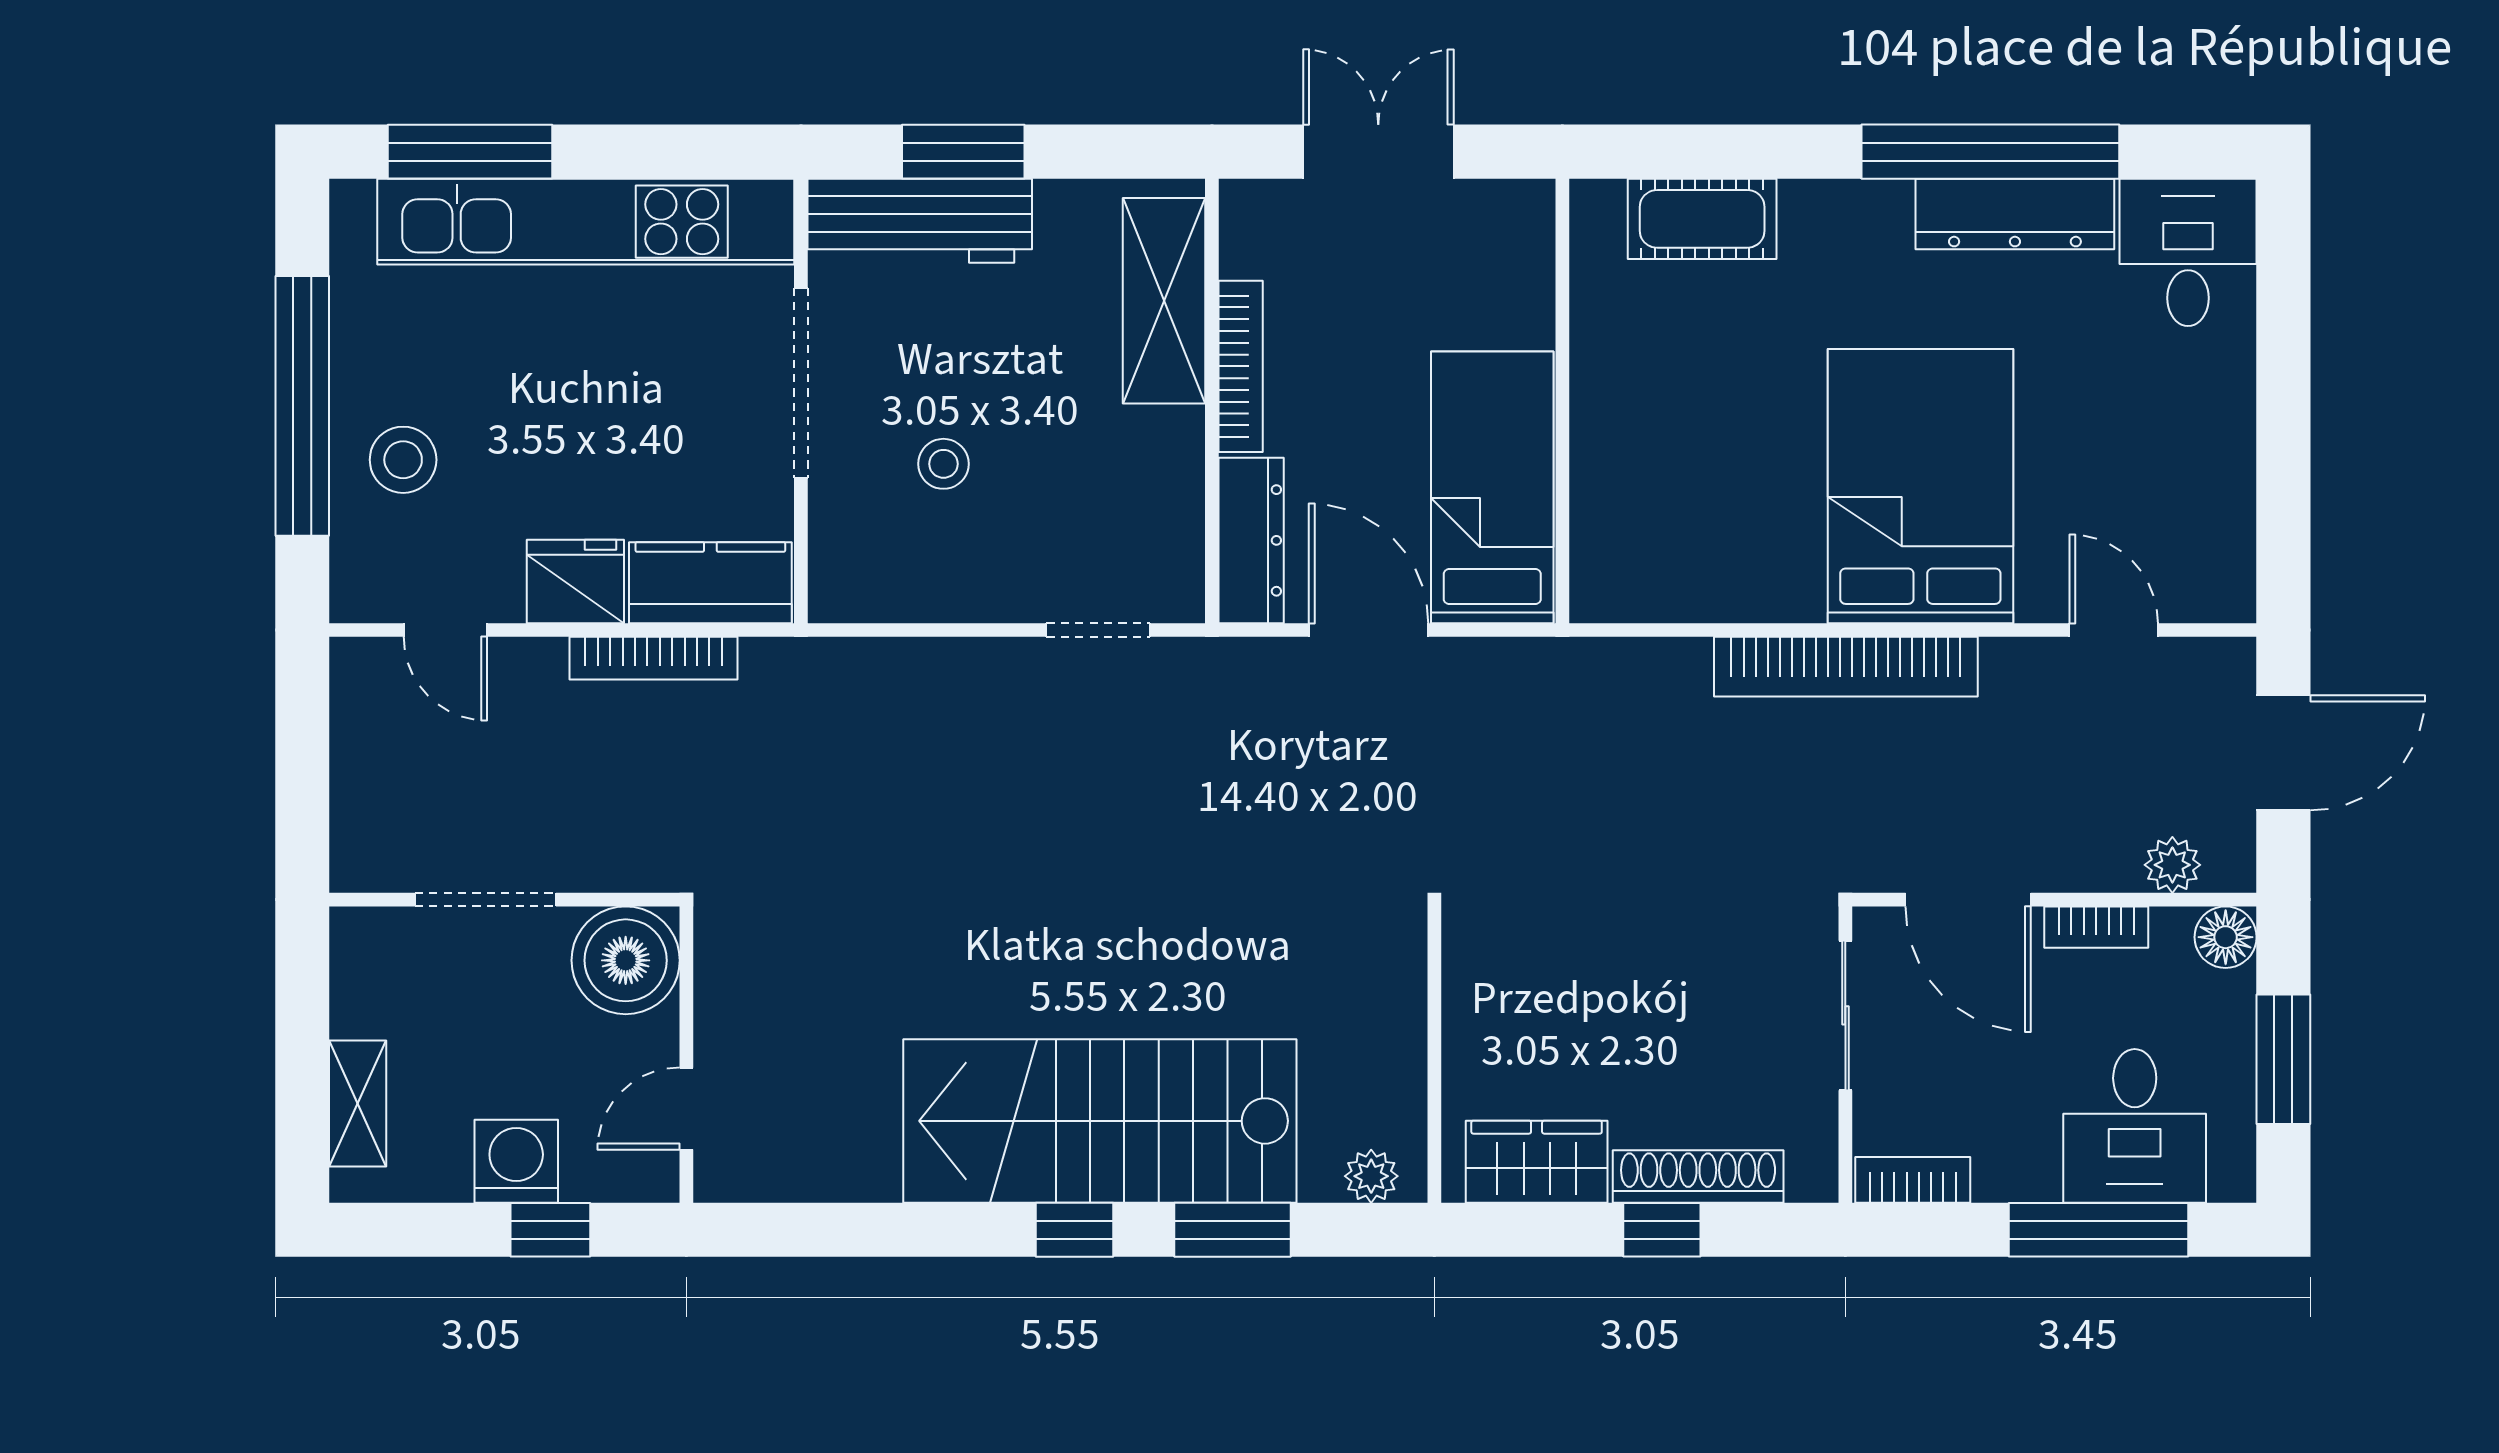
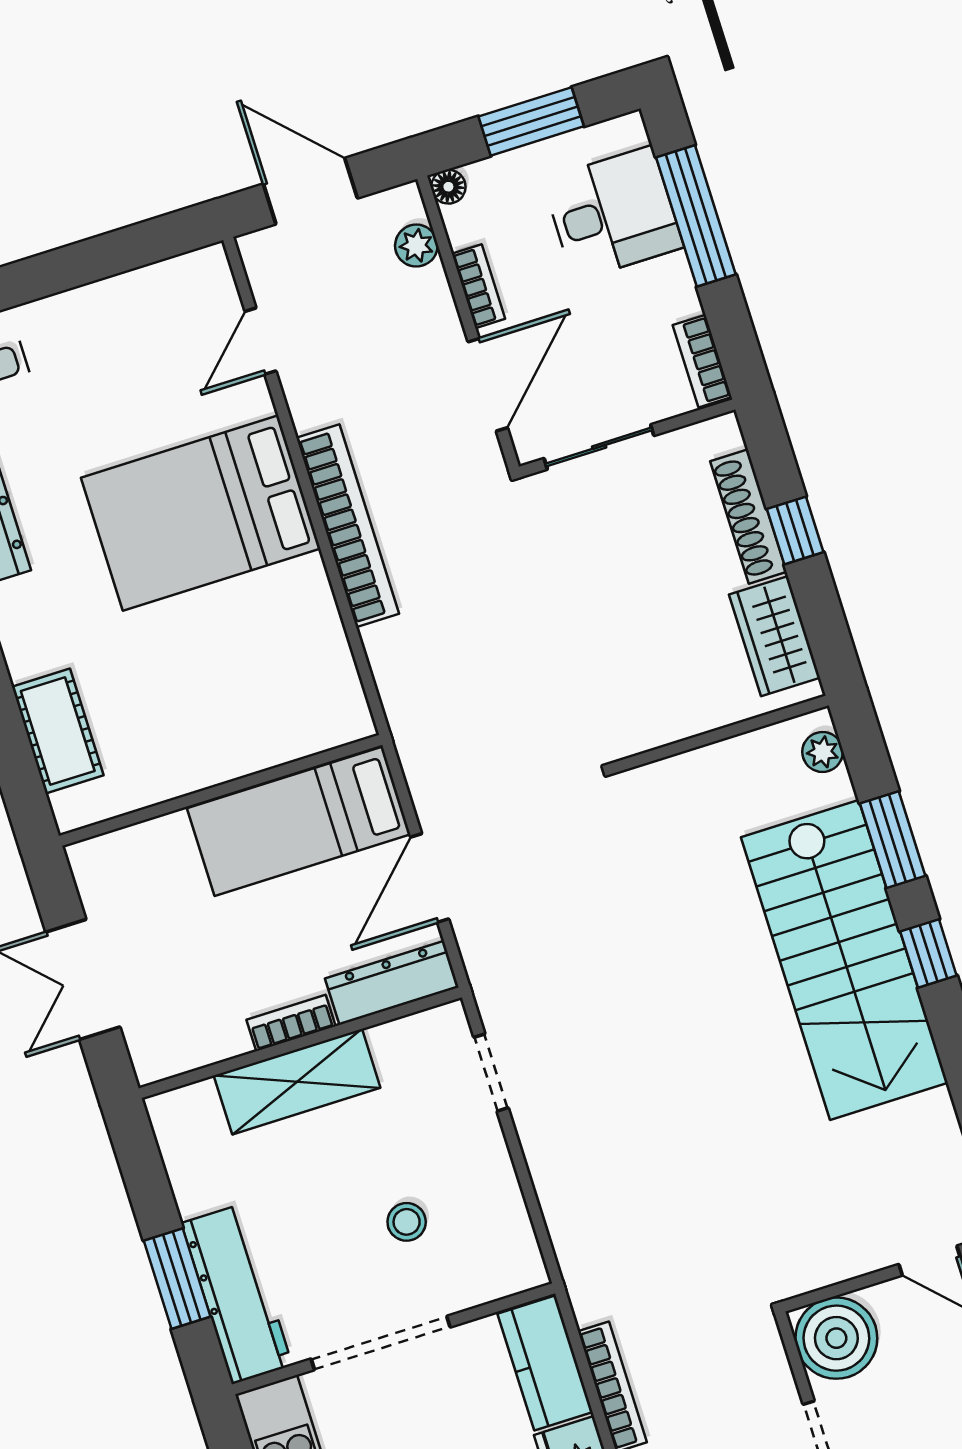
shelving: (1164, 301) -> (297, 1082), moved
bookcase: (1241, 366) -> (291, 1023), width x0.64
floor lamp: (2226, 937) -> (448, 187), width x0.73, depth x0.73

